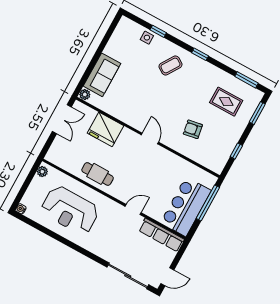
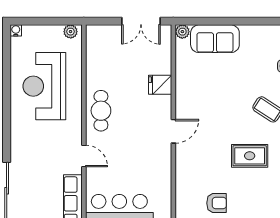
rug: (226, 102) -> (250, 156), moved, turned 90
fridge: (106, 129) -> (160, 85), width x0.53, depth x0.75
armchair: (193, 129) -> (217, 203), moved, turned 100
cafe table: (98, 174) -> (101, 111), moved

